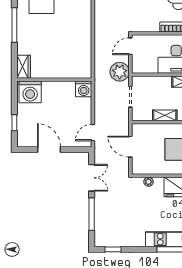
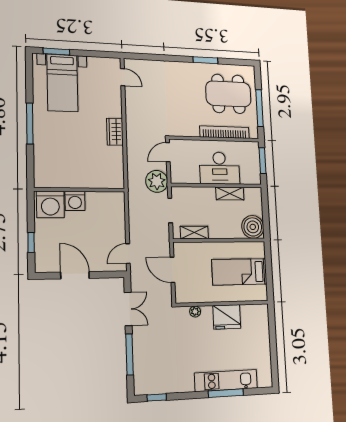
wardrobe: (24, 67) -> (115, 132), moved, turned 180
washing machine: (84, 89) -> (75, 201), moved
shelving: (165, 115) -> (194, 232), moved

